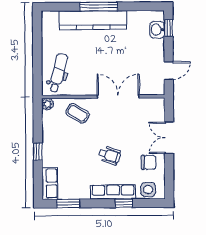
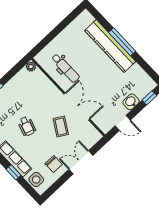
washbasin: (157, 30) -> (131, 102), moved
dental chair: (58, 73) -> (65, 68), moved, turned 75
coffee table: (77, 113) -> (61, 127), moved
wheelchair: (110, 155) -> (27, 126), moved

